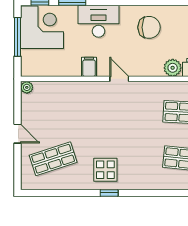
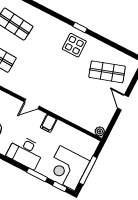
door: (119, 79) -> (32, 104), hinge flipped

